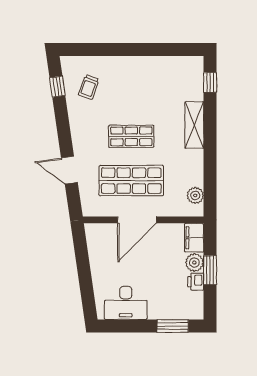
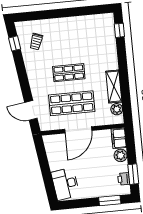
shelving: (194, 125) -> (114, 87), moved
door: (69, 170) -> (31, 110), moved
window: (210, 270) -> (133, 174), moved
printer: (196, 282) -> (124, 179), moved
desk: (126, 303) -> (65, 184), moved, turned 82

